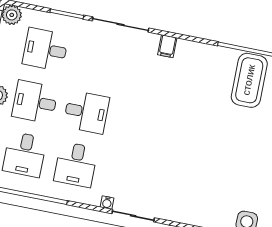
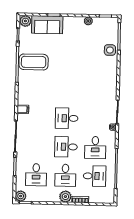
desk: (86, 112) -> (66, 147), turned -90
desk: (137, 122) -> (67, 118), added
desk: (76, 165) -> (95, 147), turned 90

